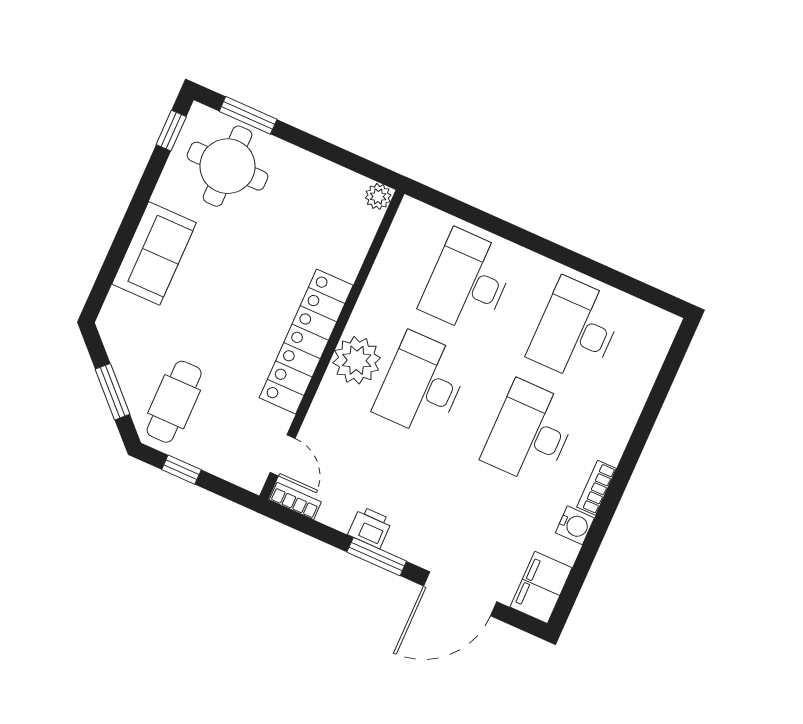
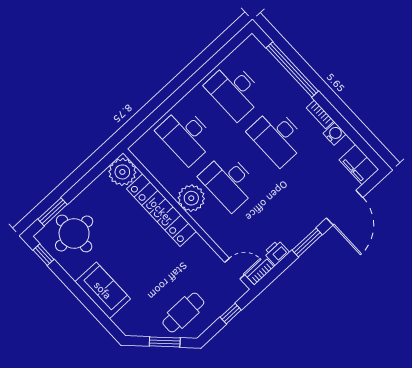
plant: (378, 197) -> (122, 172), width x1.88, depth x1.88
locker: (306, 341) -> (161, 210), moved
plant: (357, 360) -> (191, 198), moved
cafe table: (174, 402) -> (183, 313), turned 90
window: (651, 410) -> (292, 70), added
window: (181, 470) -> (231, 314), moved
printer: (370, 527) -> (277, 253), moved

